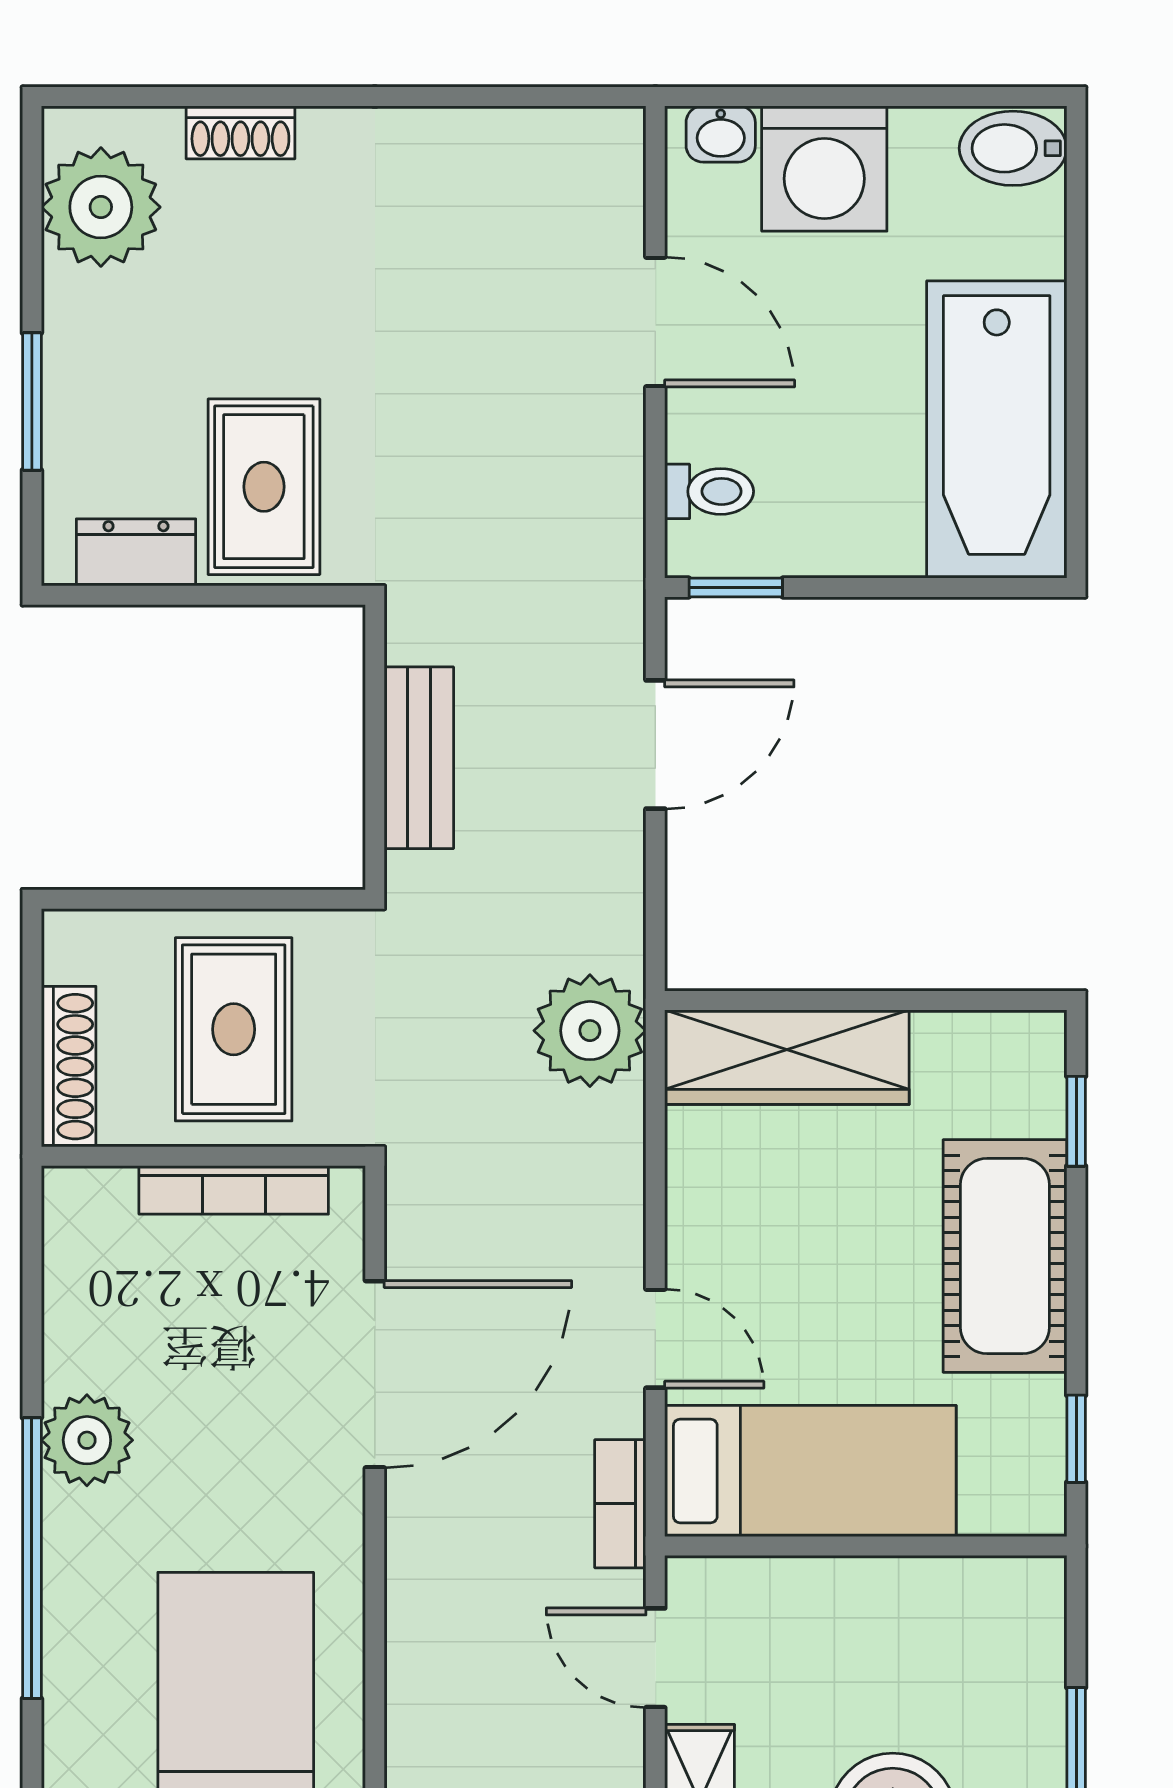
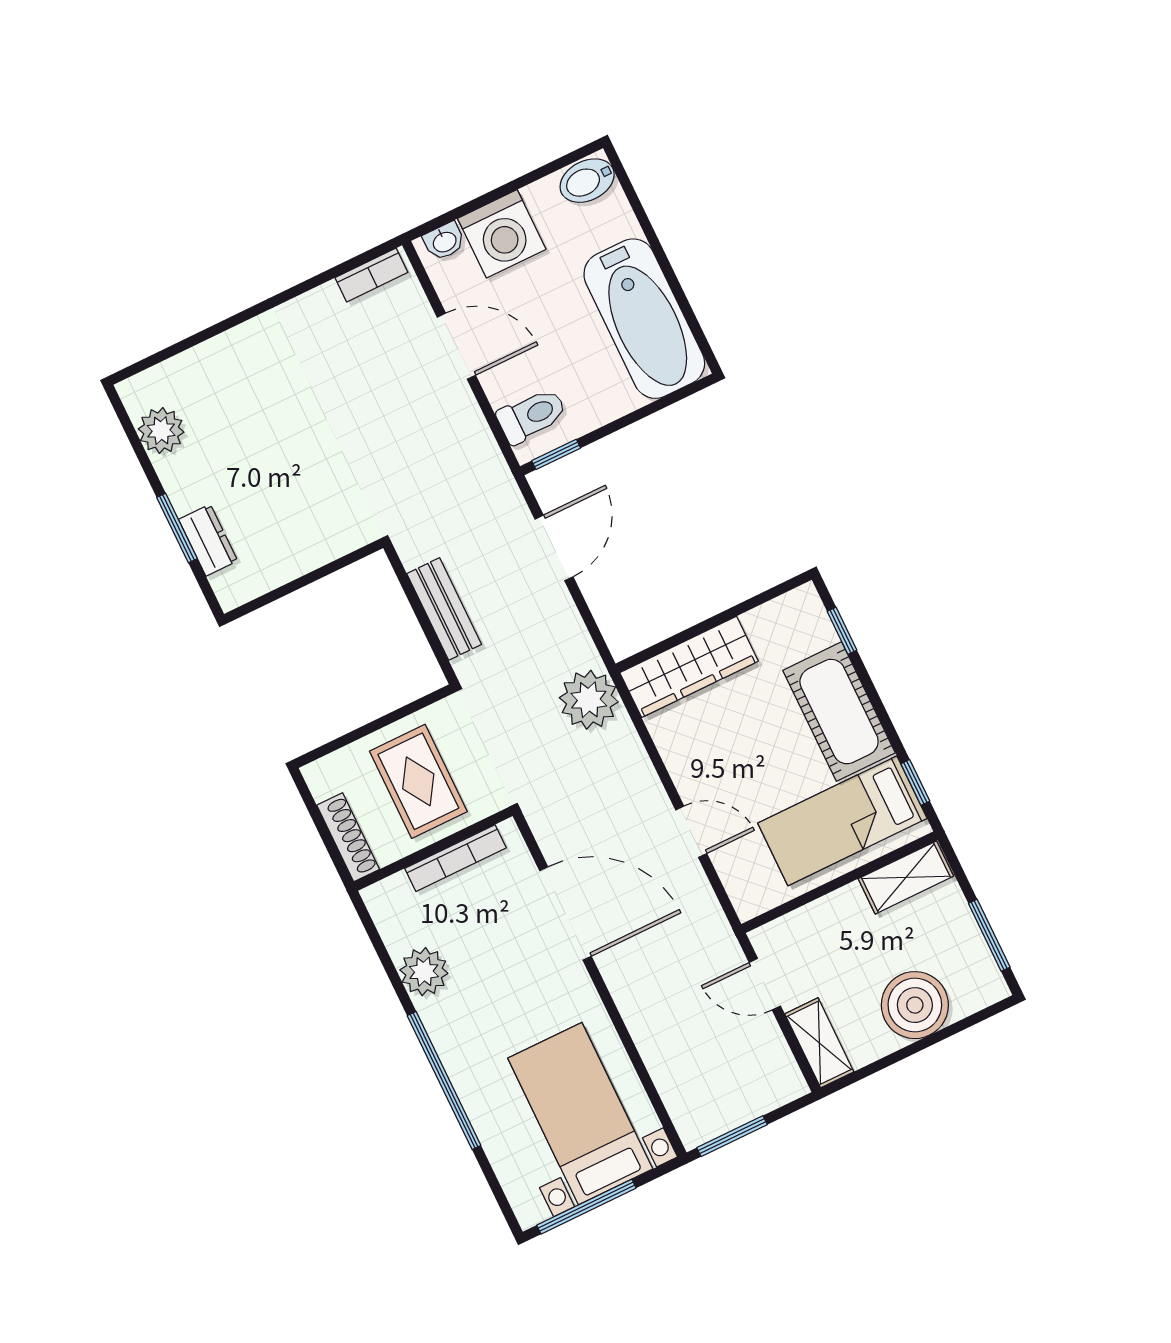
shoe rack: (240, 132) -> (214, 351), removed
plant: (101, 207) -> (161, 431), width x0.73, depth x0.73
rug: (264, 487) -> (308, 515), removed
toilet: (709, 491) -> (532, 416), width x1.37, depth x1.39
dresser: (136, 552) -> (208, 540), moved, turned 90
door: (375, 1374) -> (565, 914), hinge flipped
plant: (87, 1440) -> (424, 972), moved
bed: (810, 1471) -> (842, 821), moved, turned 180
bookcase: (620, 1504) -> (371, 275), moved, turned -90
shelving: (982, 1592) -> (906, 877), added

